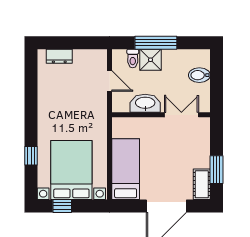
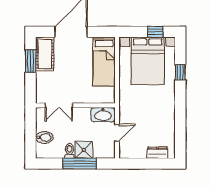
toilet: (133, 58) -> (70, 151), moved
door: (109, 81) -> (117, 133), swing flipped
washbasin: (145, 103) -> (103, 115), moved
cot: (202, 184) -> (45, 54), width x1.37, depth x1.34

